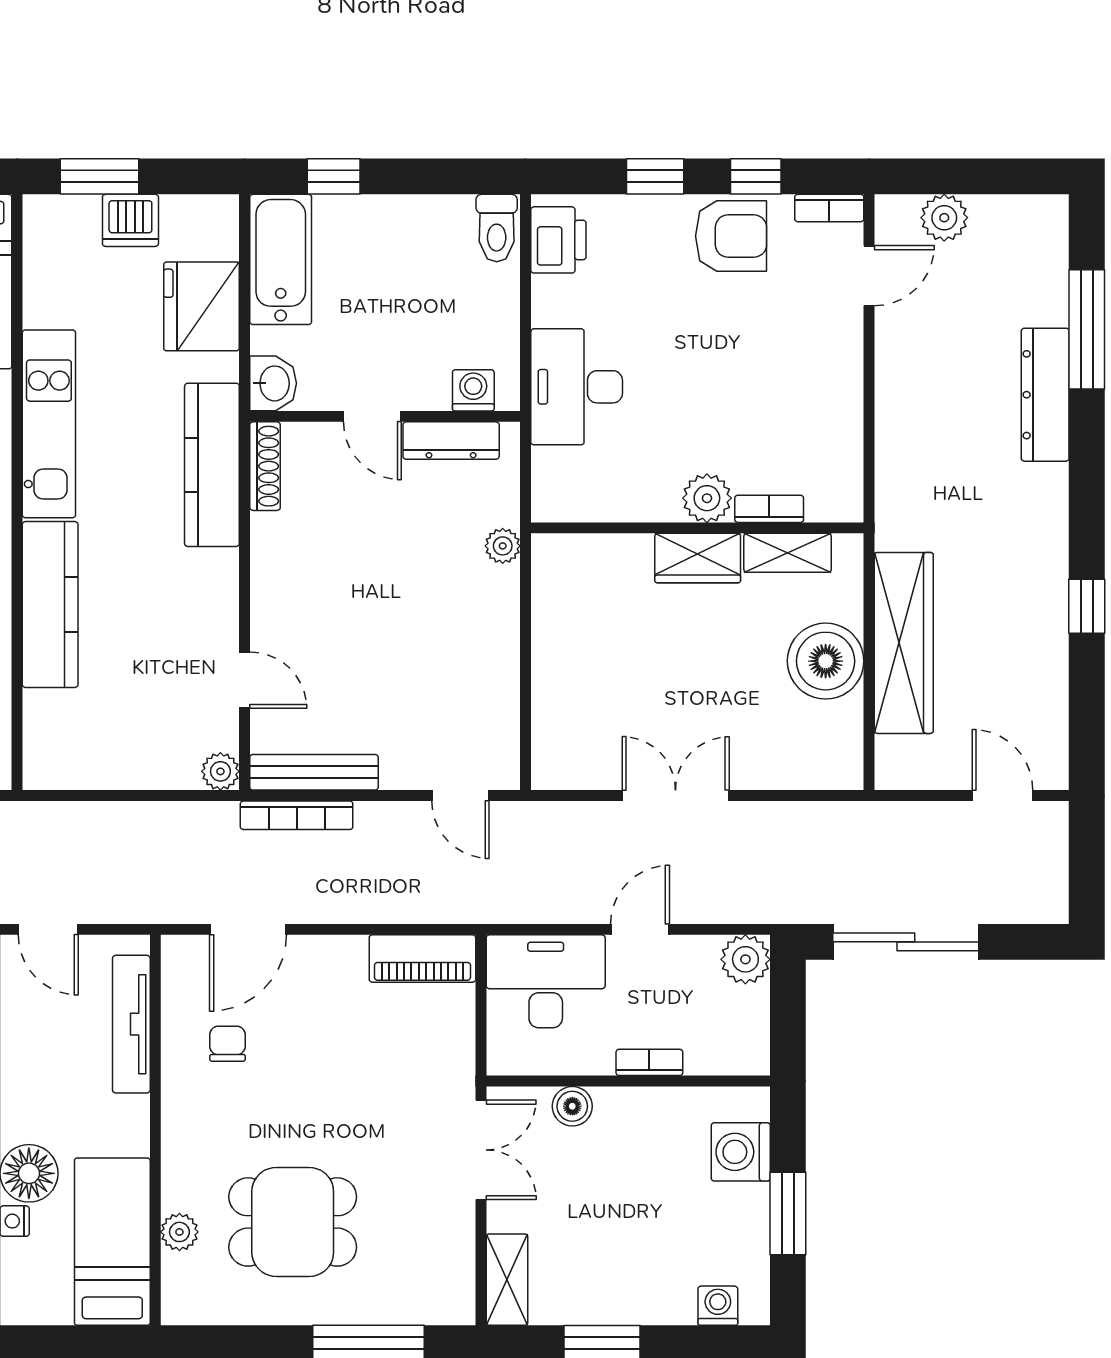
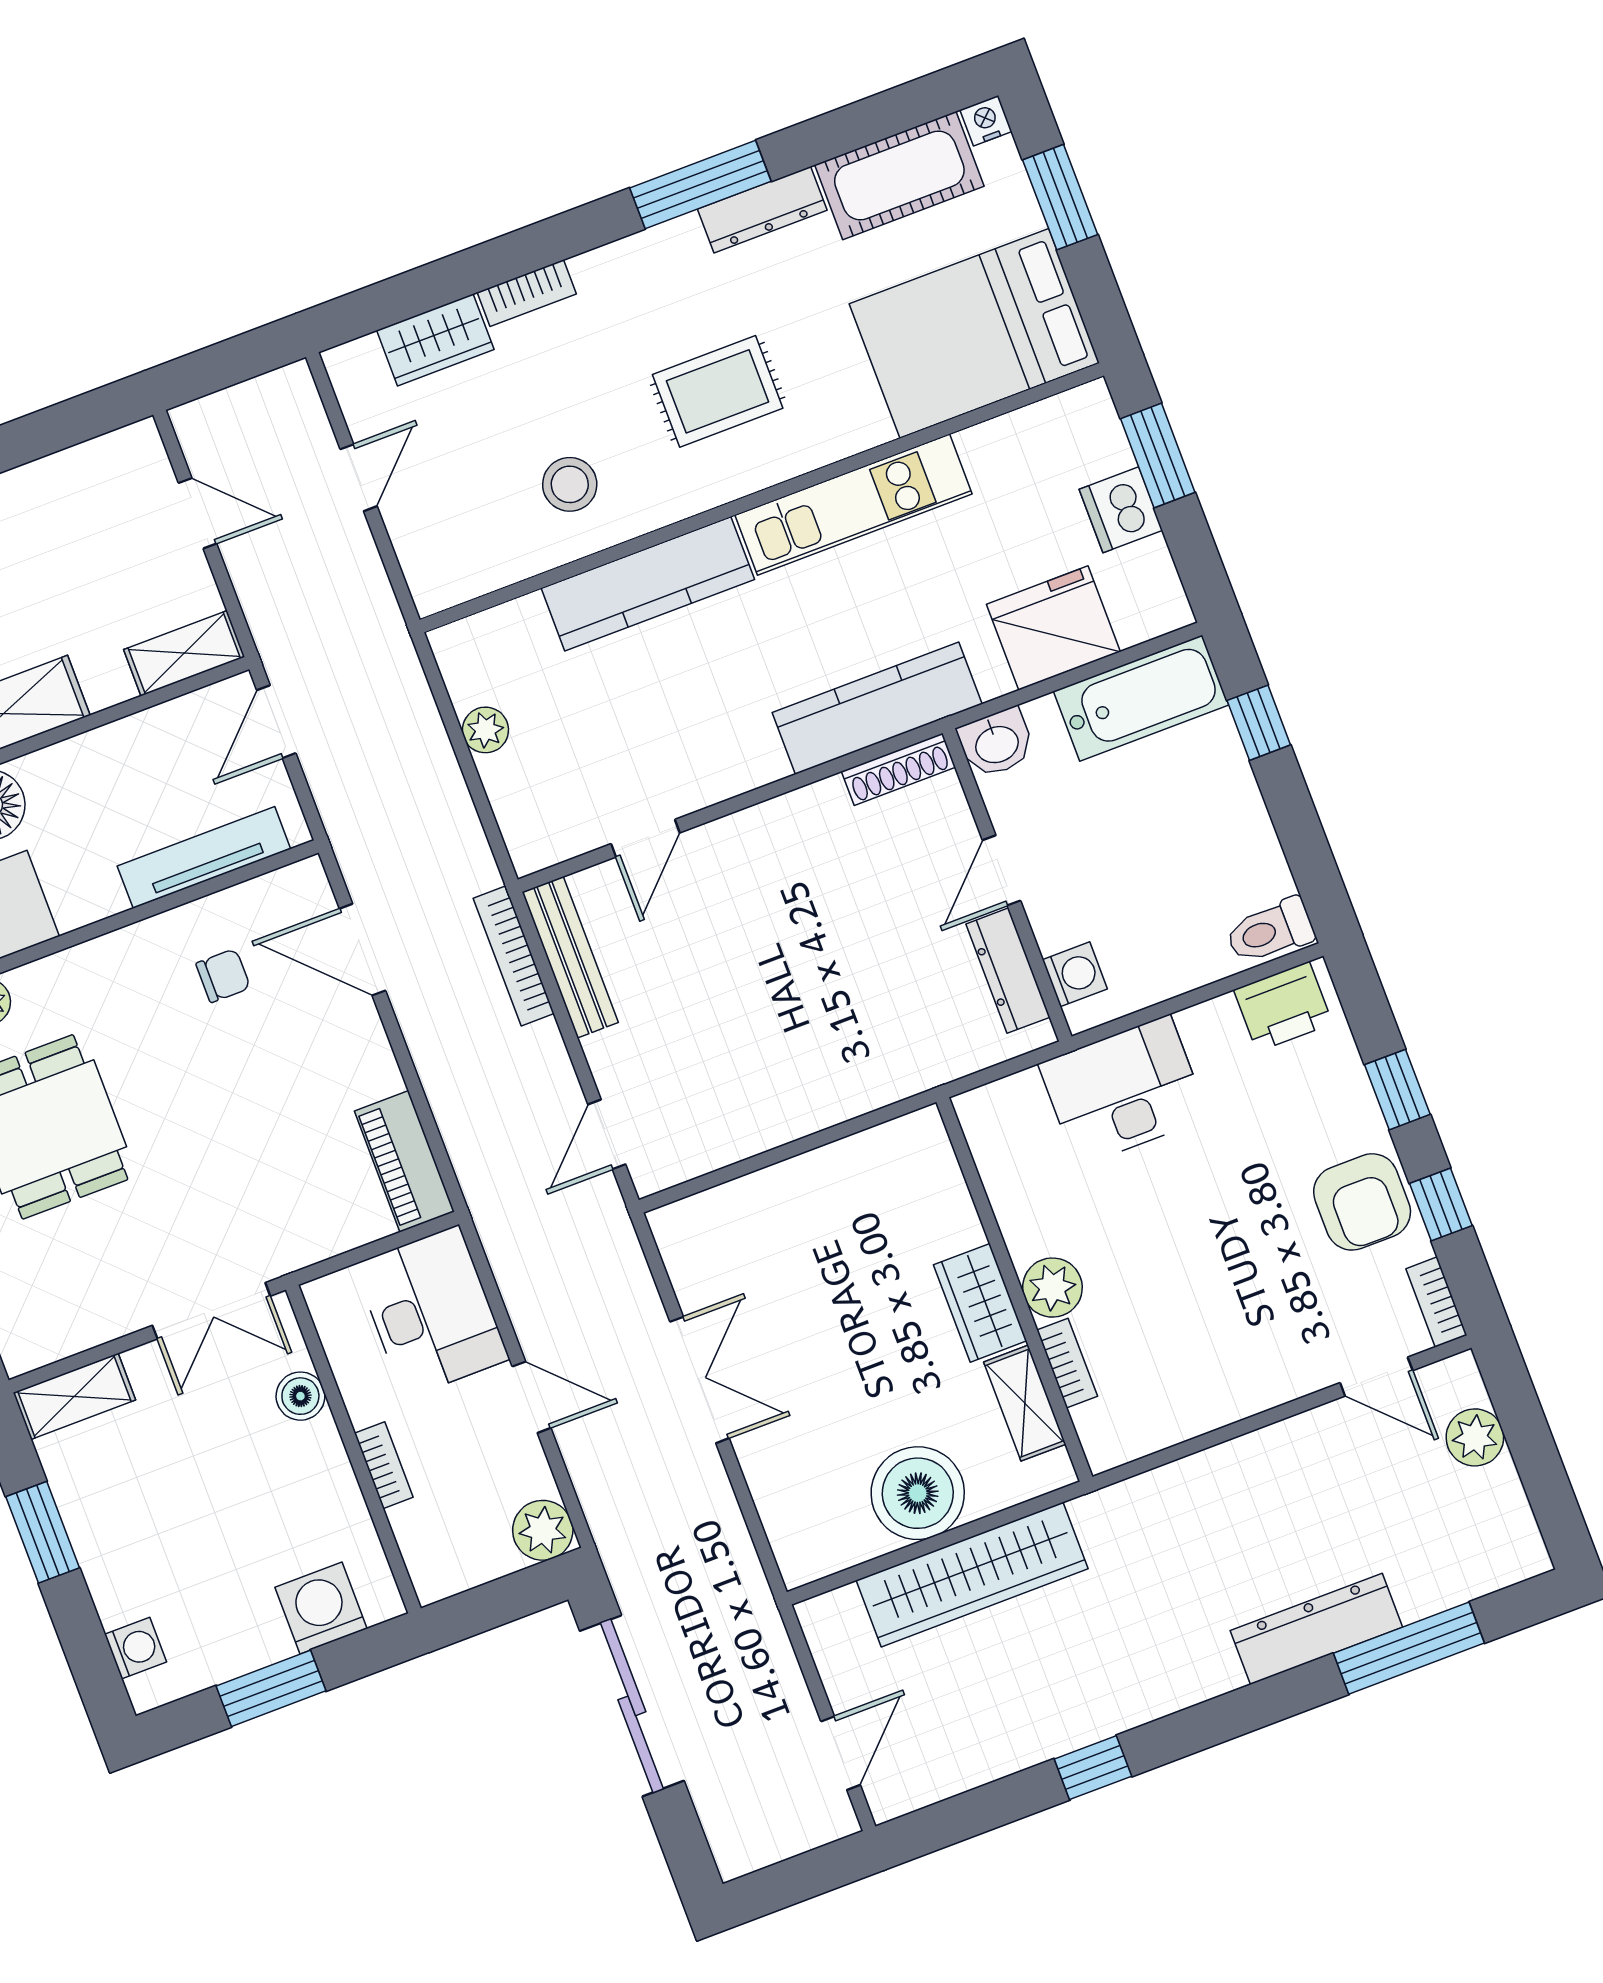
plant: (503, 546) -> (910, 1075), removed
plant: (220, 771) -> (485, 730), moved

